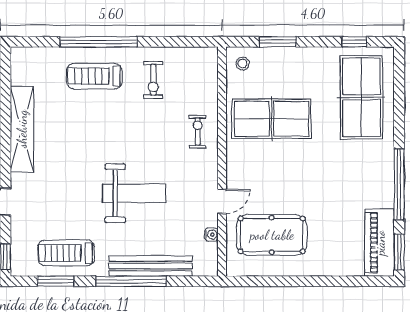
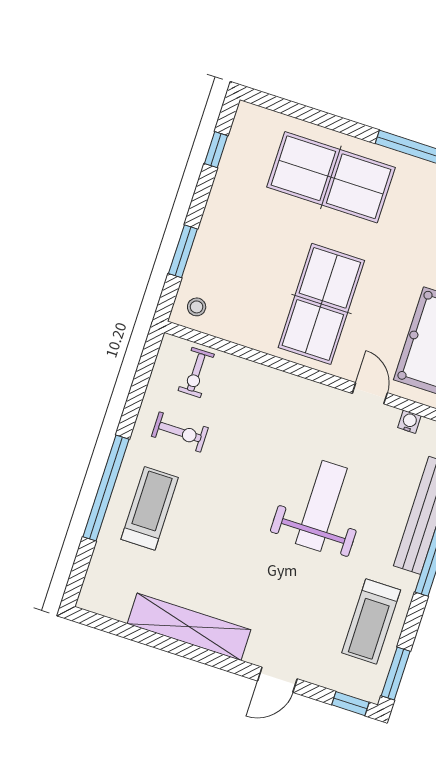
treadmill: (94, 76) -> (150, 508), turned 180
table tennis table: (361, 97) -> (331, 177), moved
table tennis table: (272, 119) -> (321, 304), moved
exercise bike: (198, 132) -> (196, 372), moved, turned -90
window: (56, 281) -> (396, 674), moved

